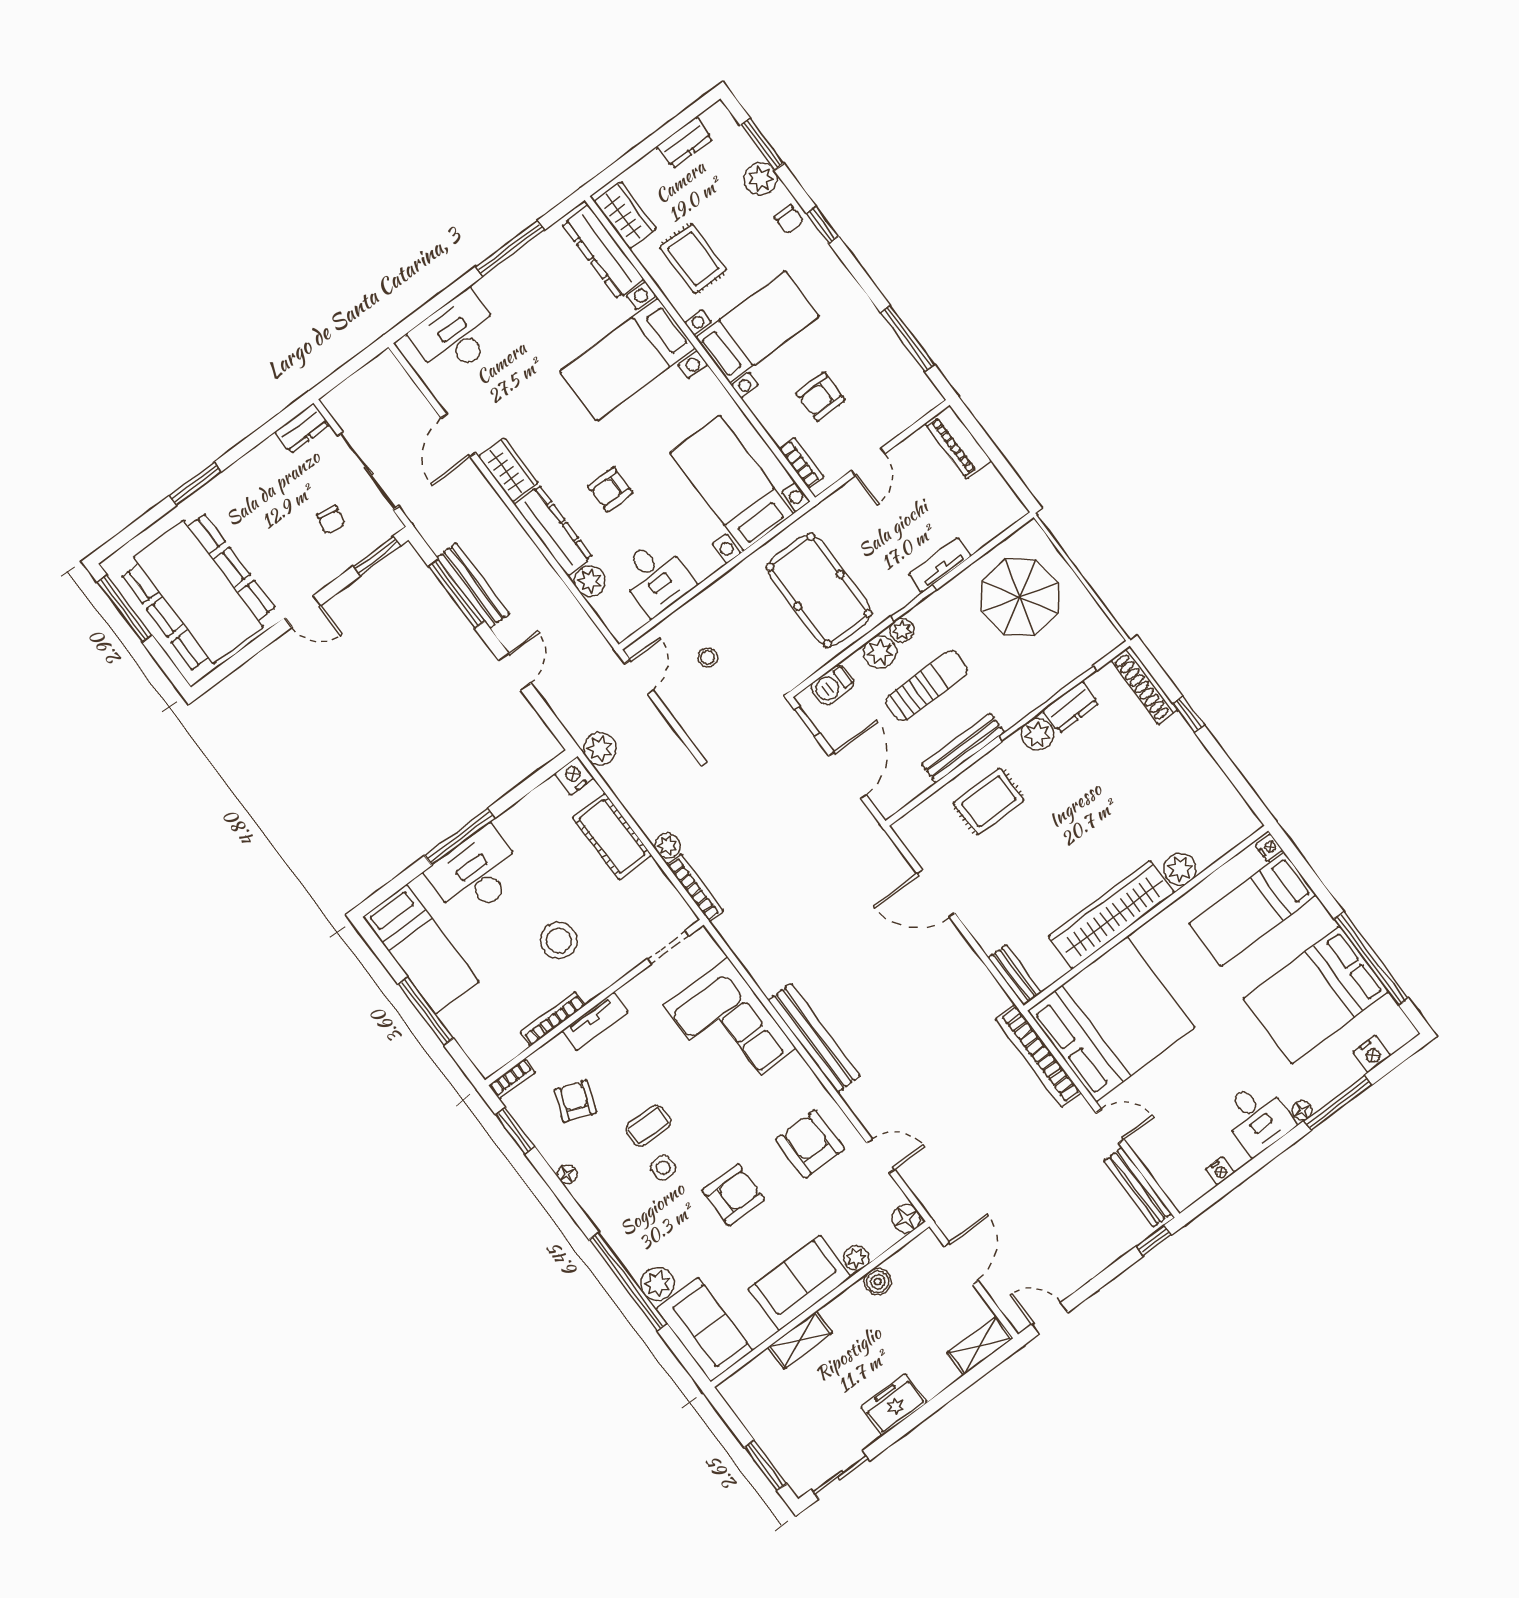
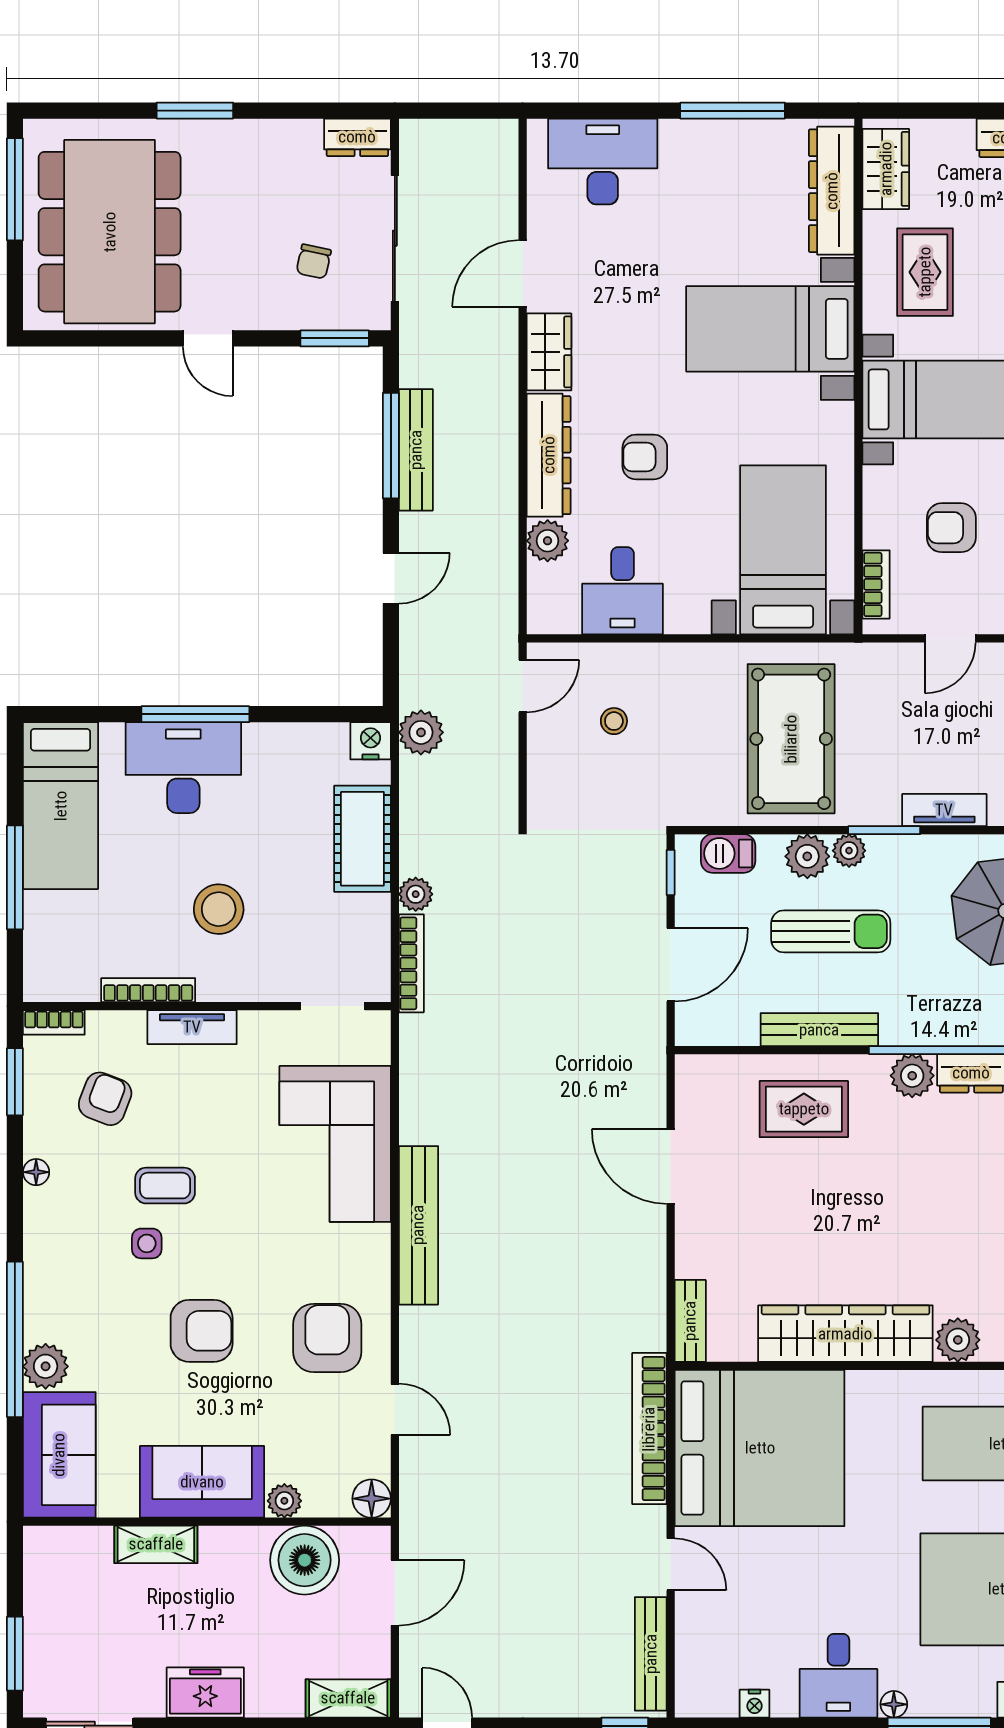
boiler: (878, 1282) -> (305, 1560), width x1.86, depth x1.86

